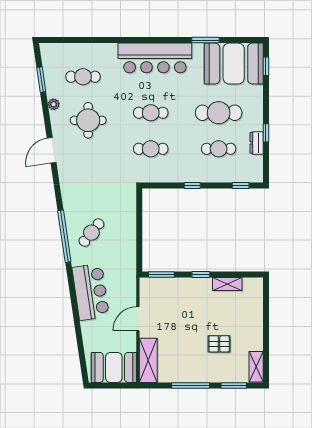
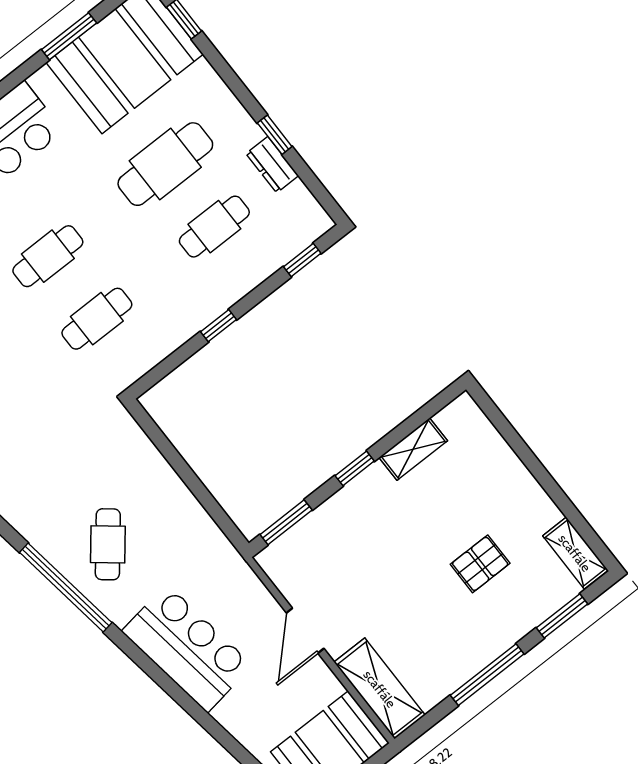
window: (205, 40) -> (69, 36), moved

